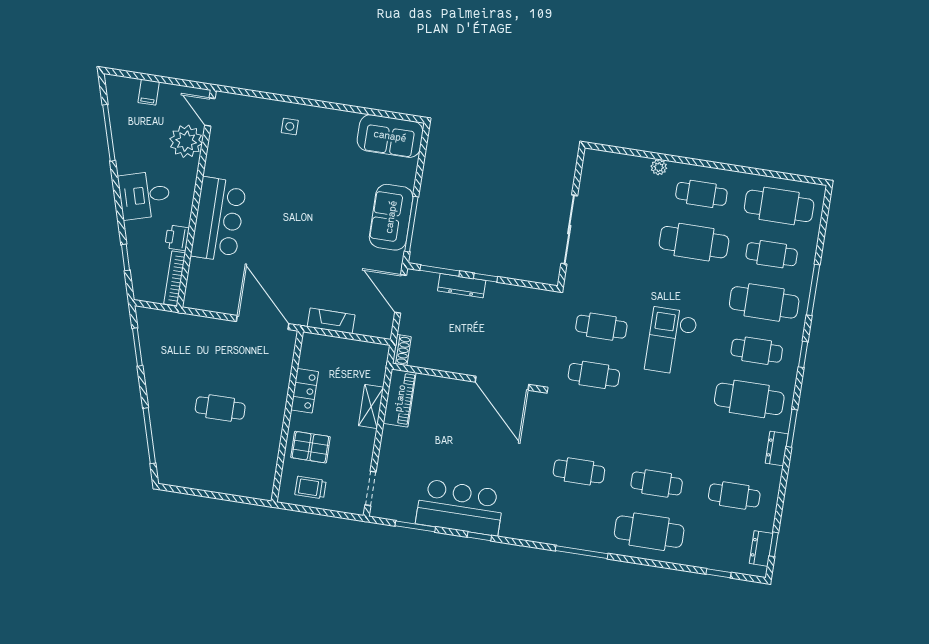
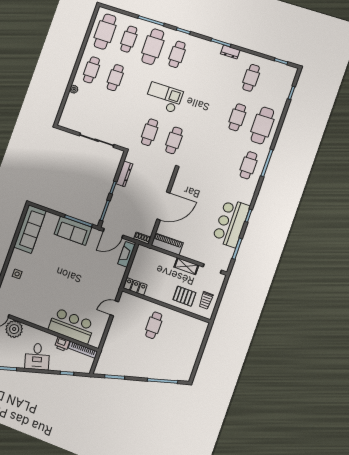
sofa: (390, 136) -> (30, 229), width x1.36
bar counter: (219, 219) -> (71, 326), moved
cafe table: (694, 242) -> (115, 78), width x0.73, depth x0.74
dresser: (462, 286) -> (124, 174), moved
fireplace: (331, 321) -> (126, 254), moved
door: (263, 323) -> (114, 308), width x0.53
checkout: (671, 341) -> (164, 98), turned 180
door: (502, 383) -> (163, 206), moved
locker: (305, 391) -> (135, 286), moved
cafe table: (749, 399) -> (201, 62), removed
shelving: (371, 406) -> (186, 266), moved
cafe table: (220, 408) -> (154, 325), moved
pallet: (310, 447) -> (184, 296), turned 90
cafe table: (579, 471) -> (248, 165), moved
dresser: (761, 548) -> (282, 68), removed

